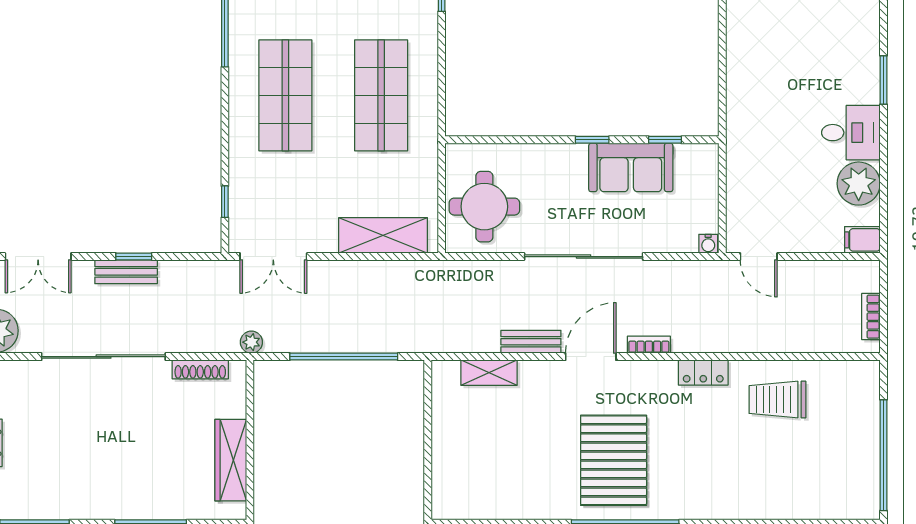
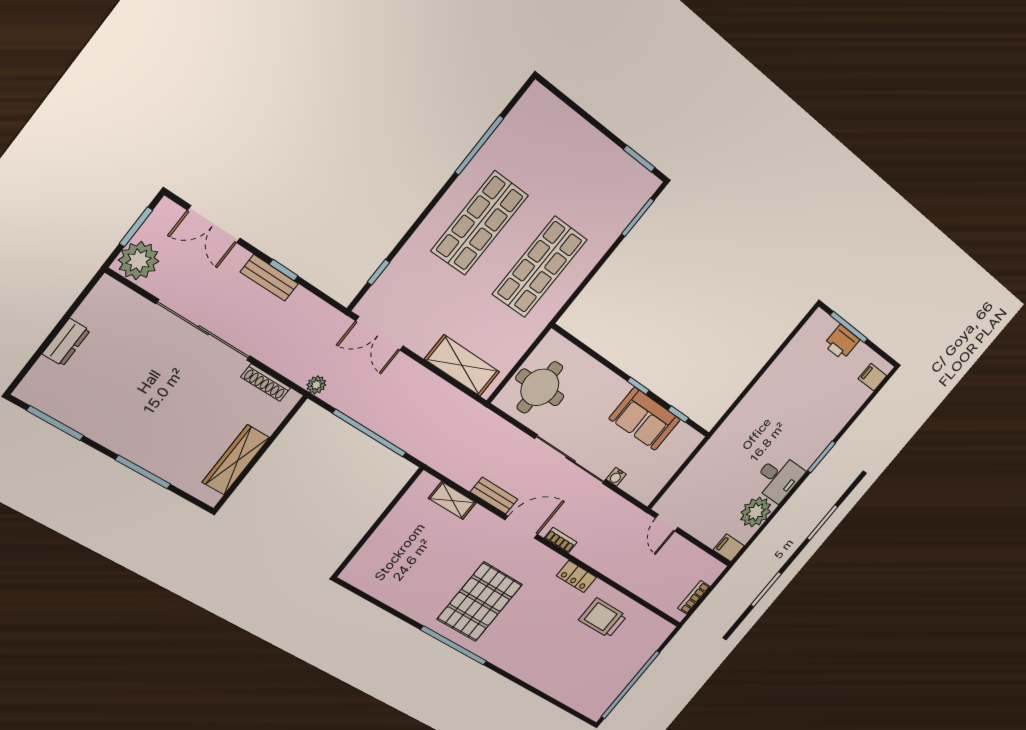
water cooler: (708, 244) -> (616, 477), moved

